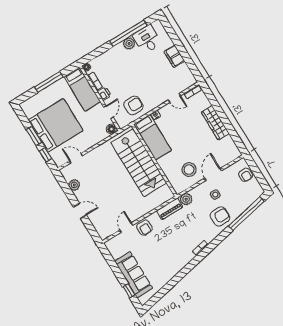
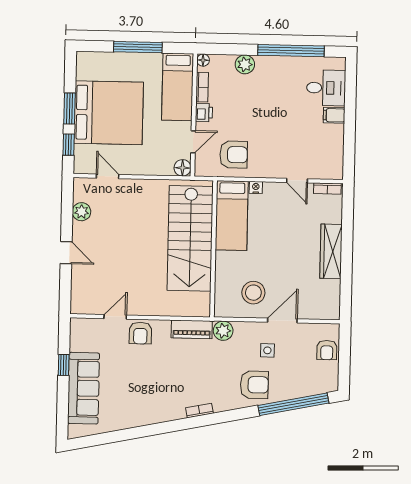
desk: (147, 39) -> (326, 88), moved, turned 90
plant: (129, 43) -> (245, 64), moved
filing cabinet: (174, 56) -> (334, 115), width x0.50
window: (129, 291) -> (64, 365), moved

